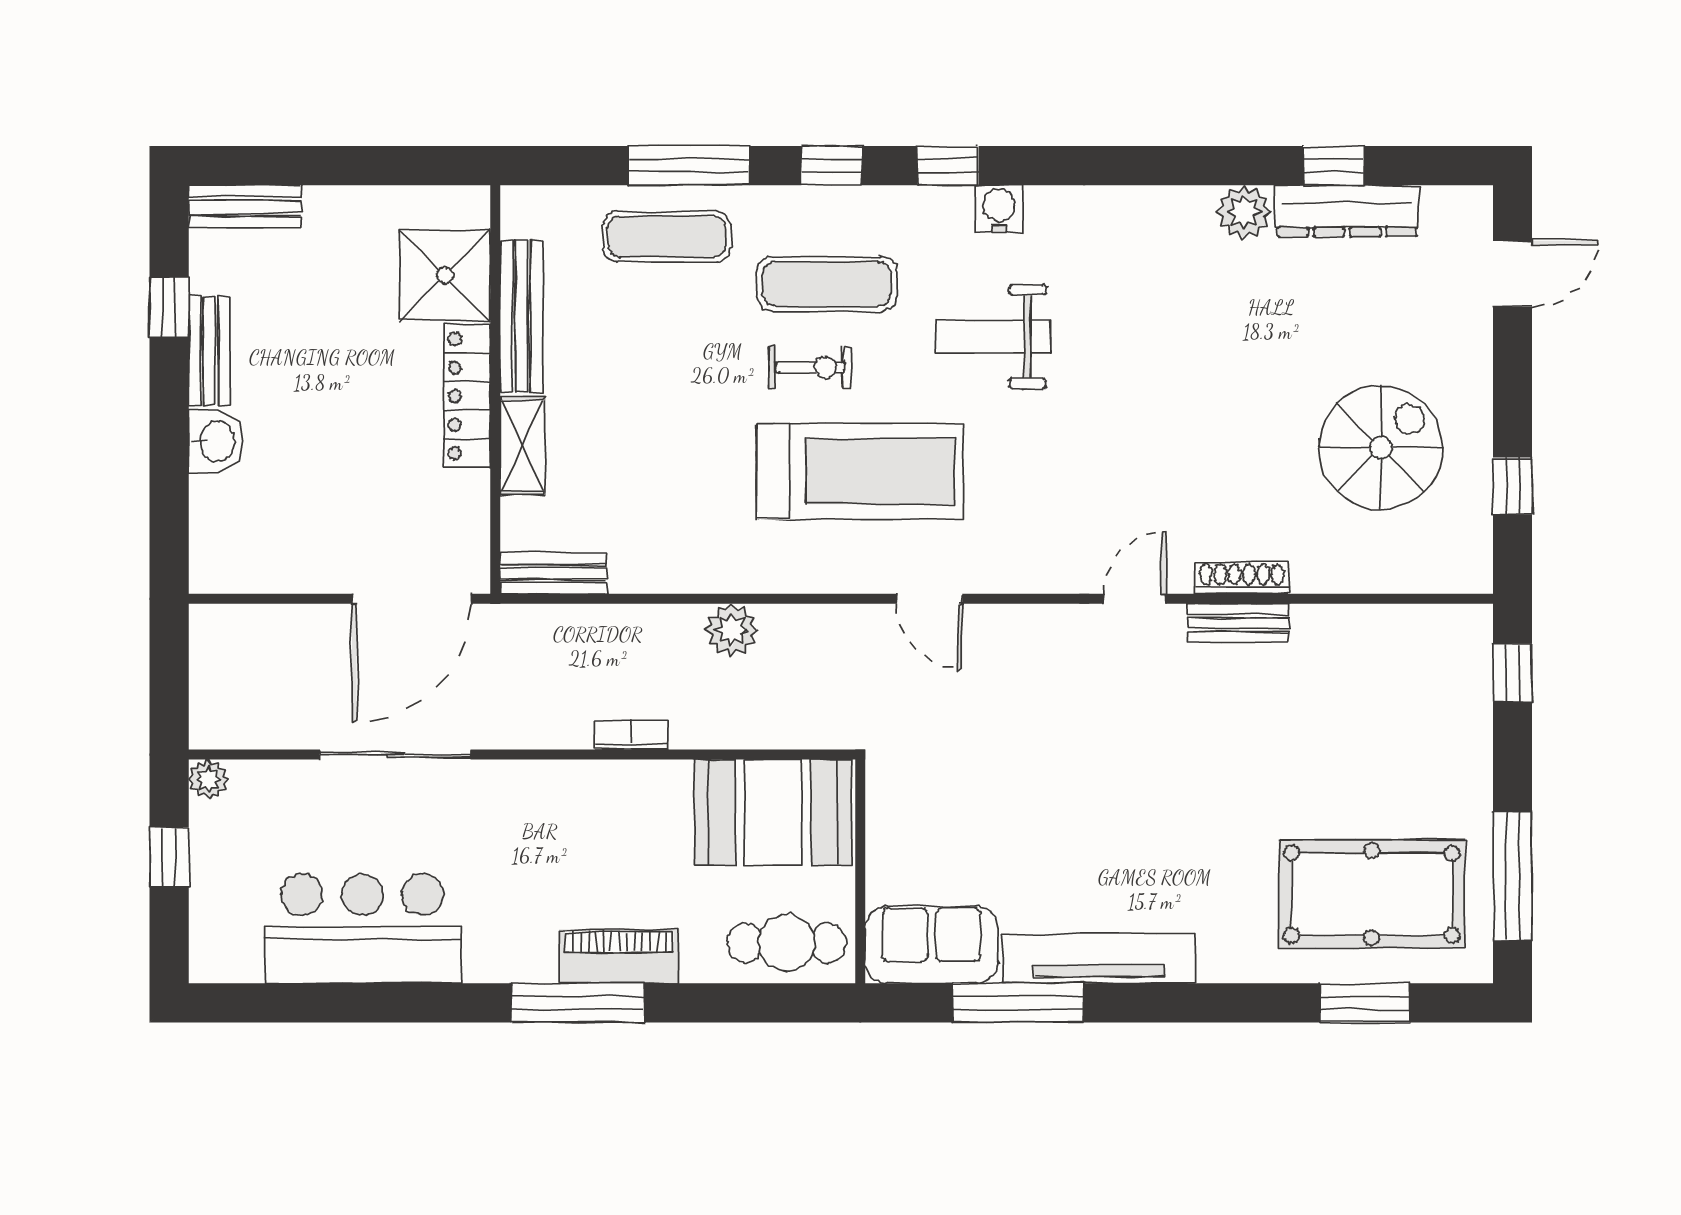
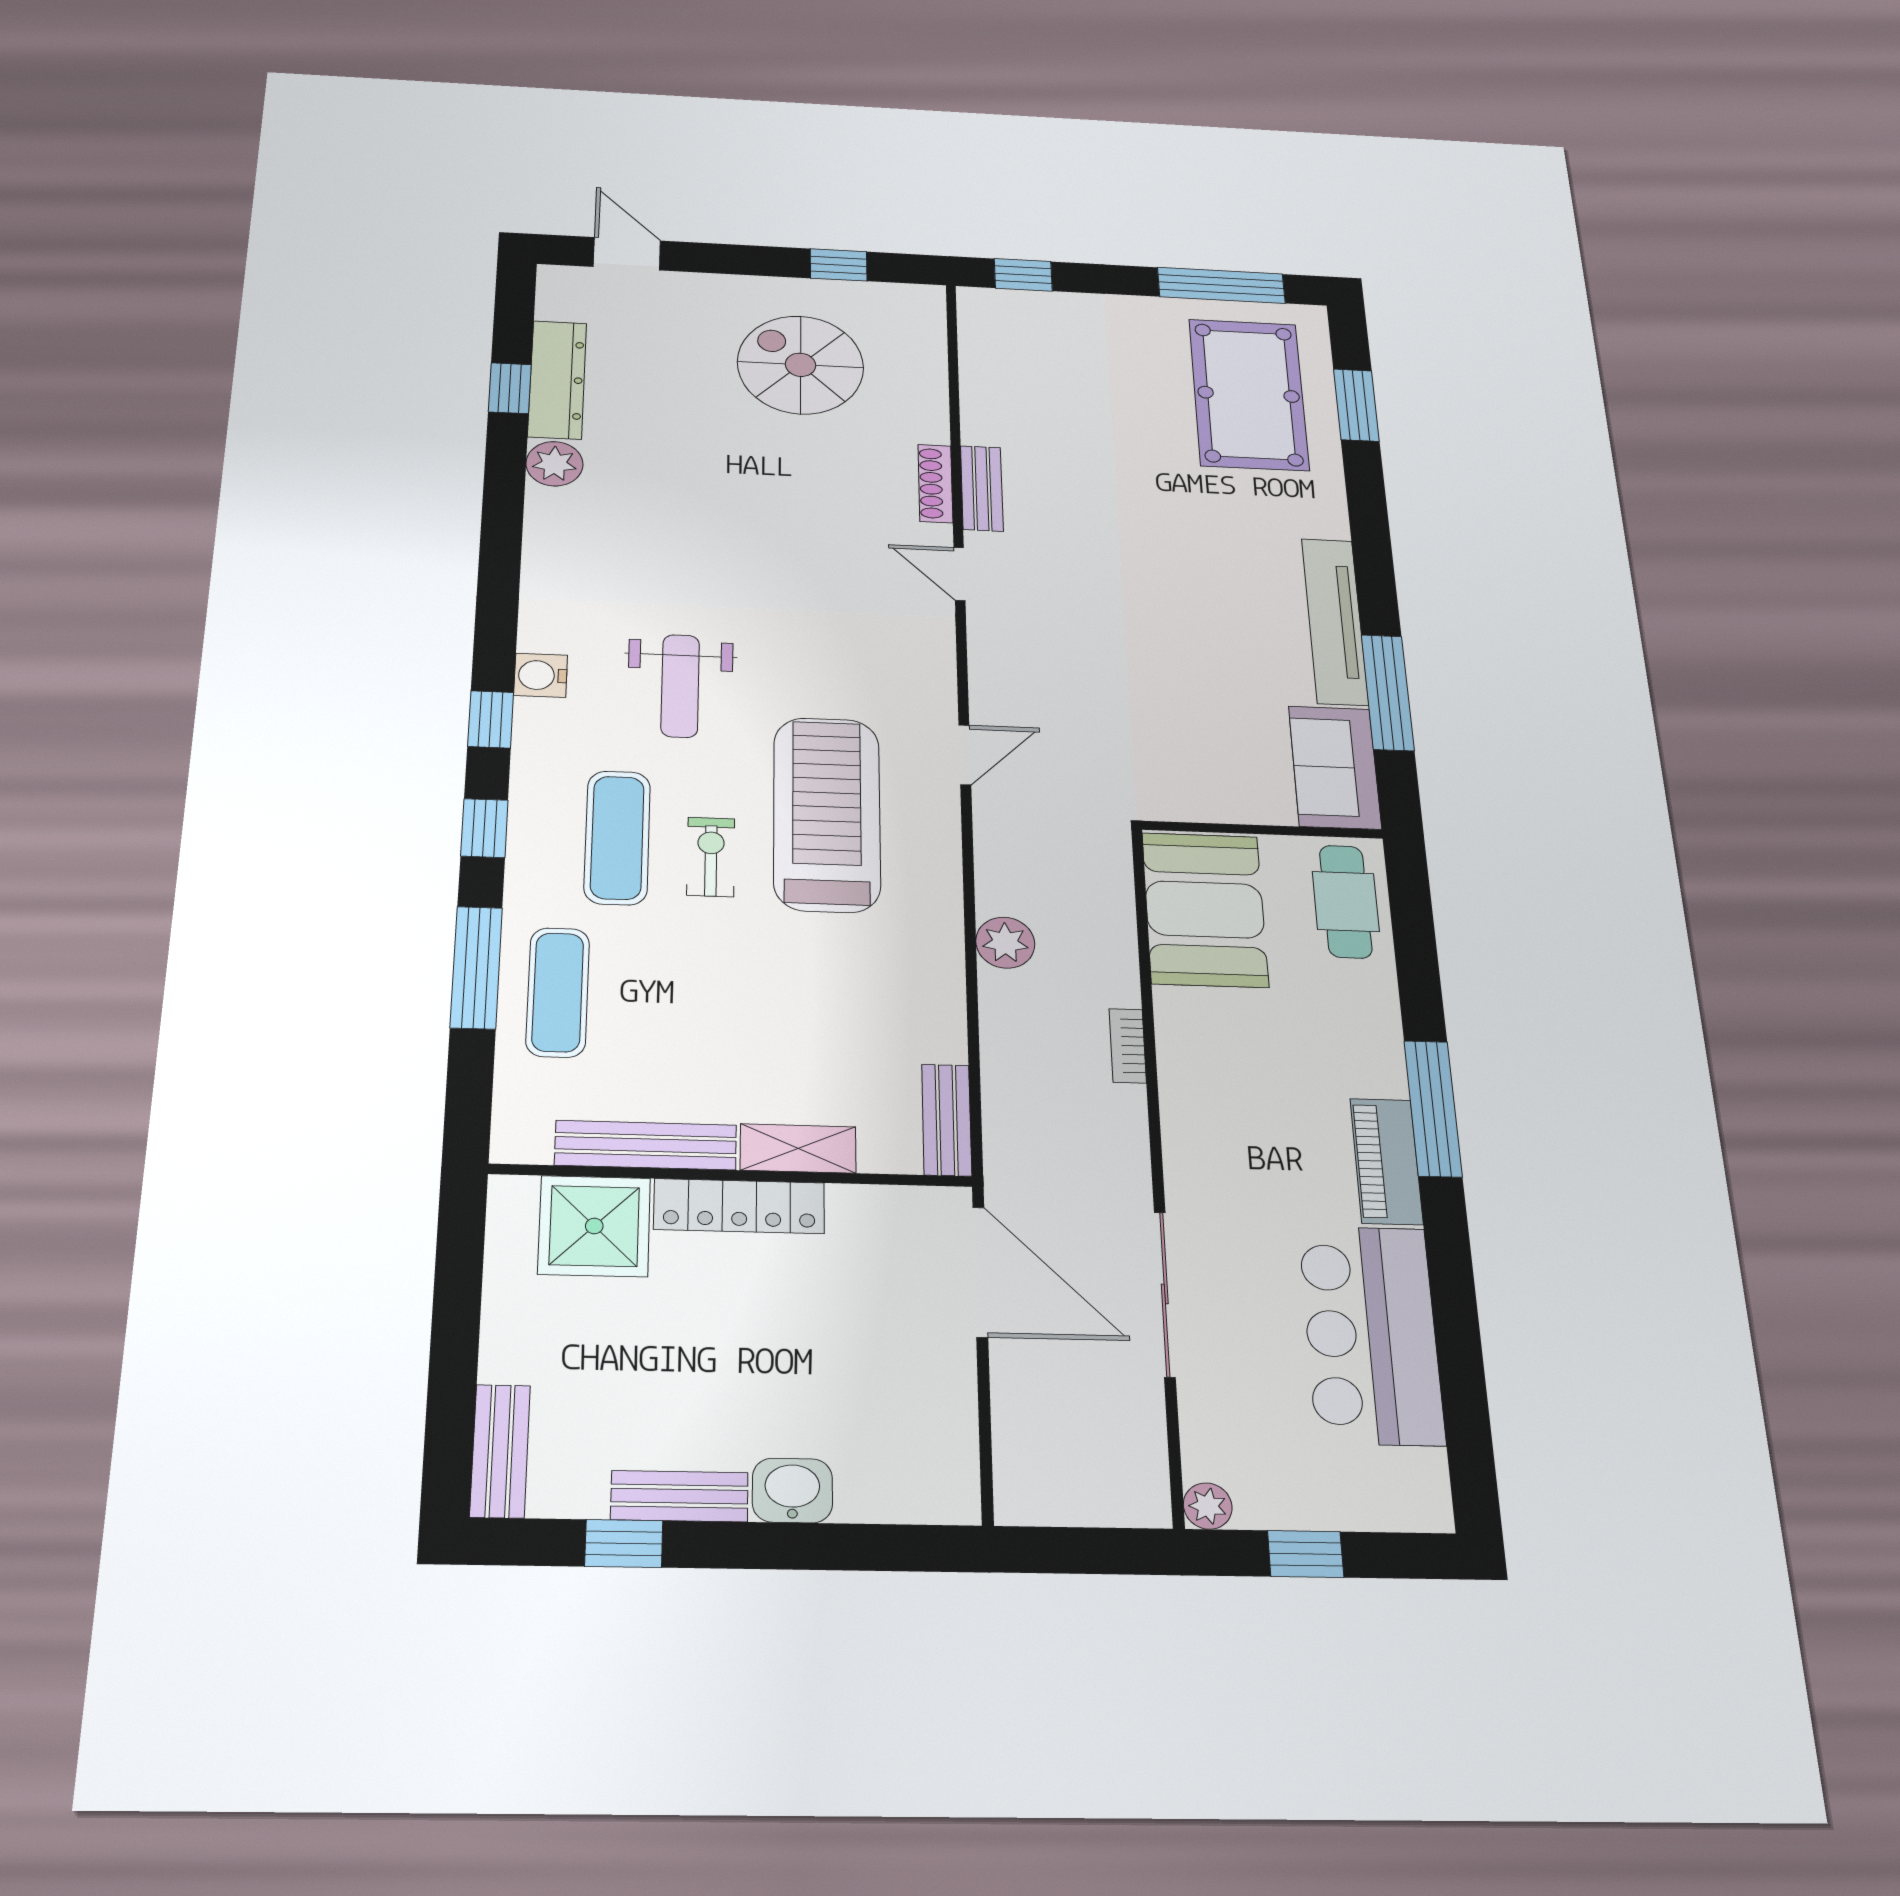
piano: (619, 956) -> (1386, 1161), moved

